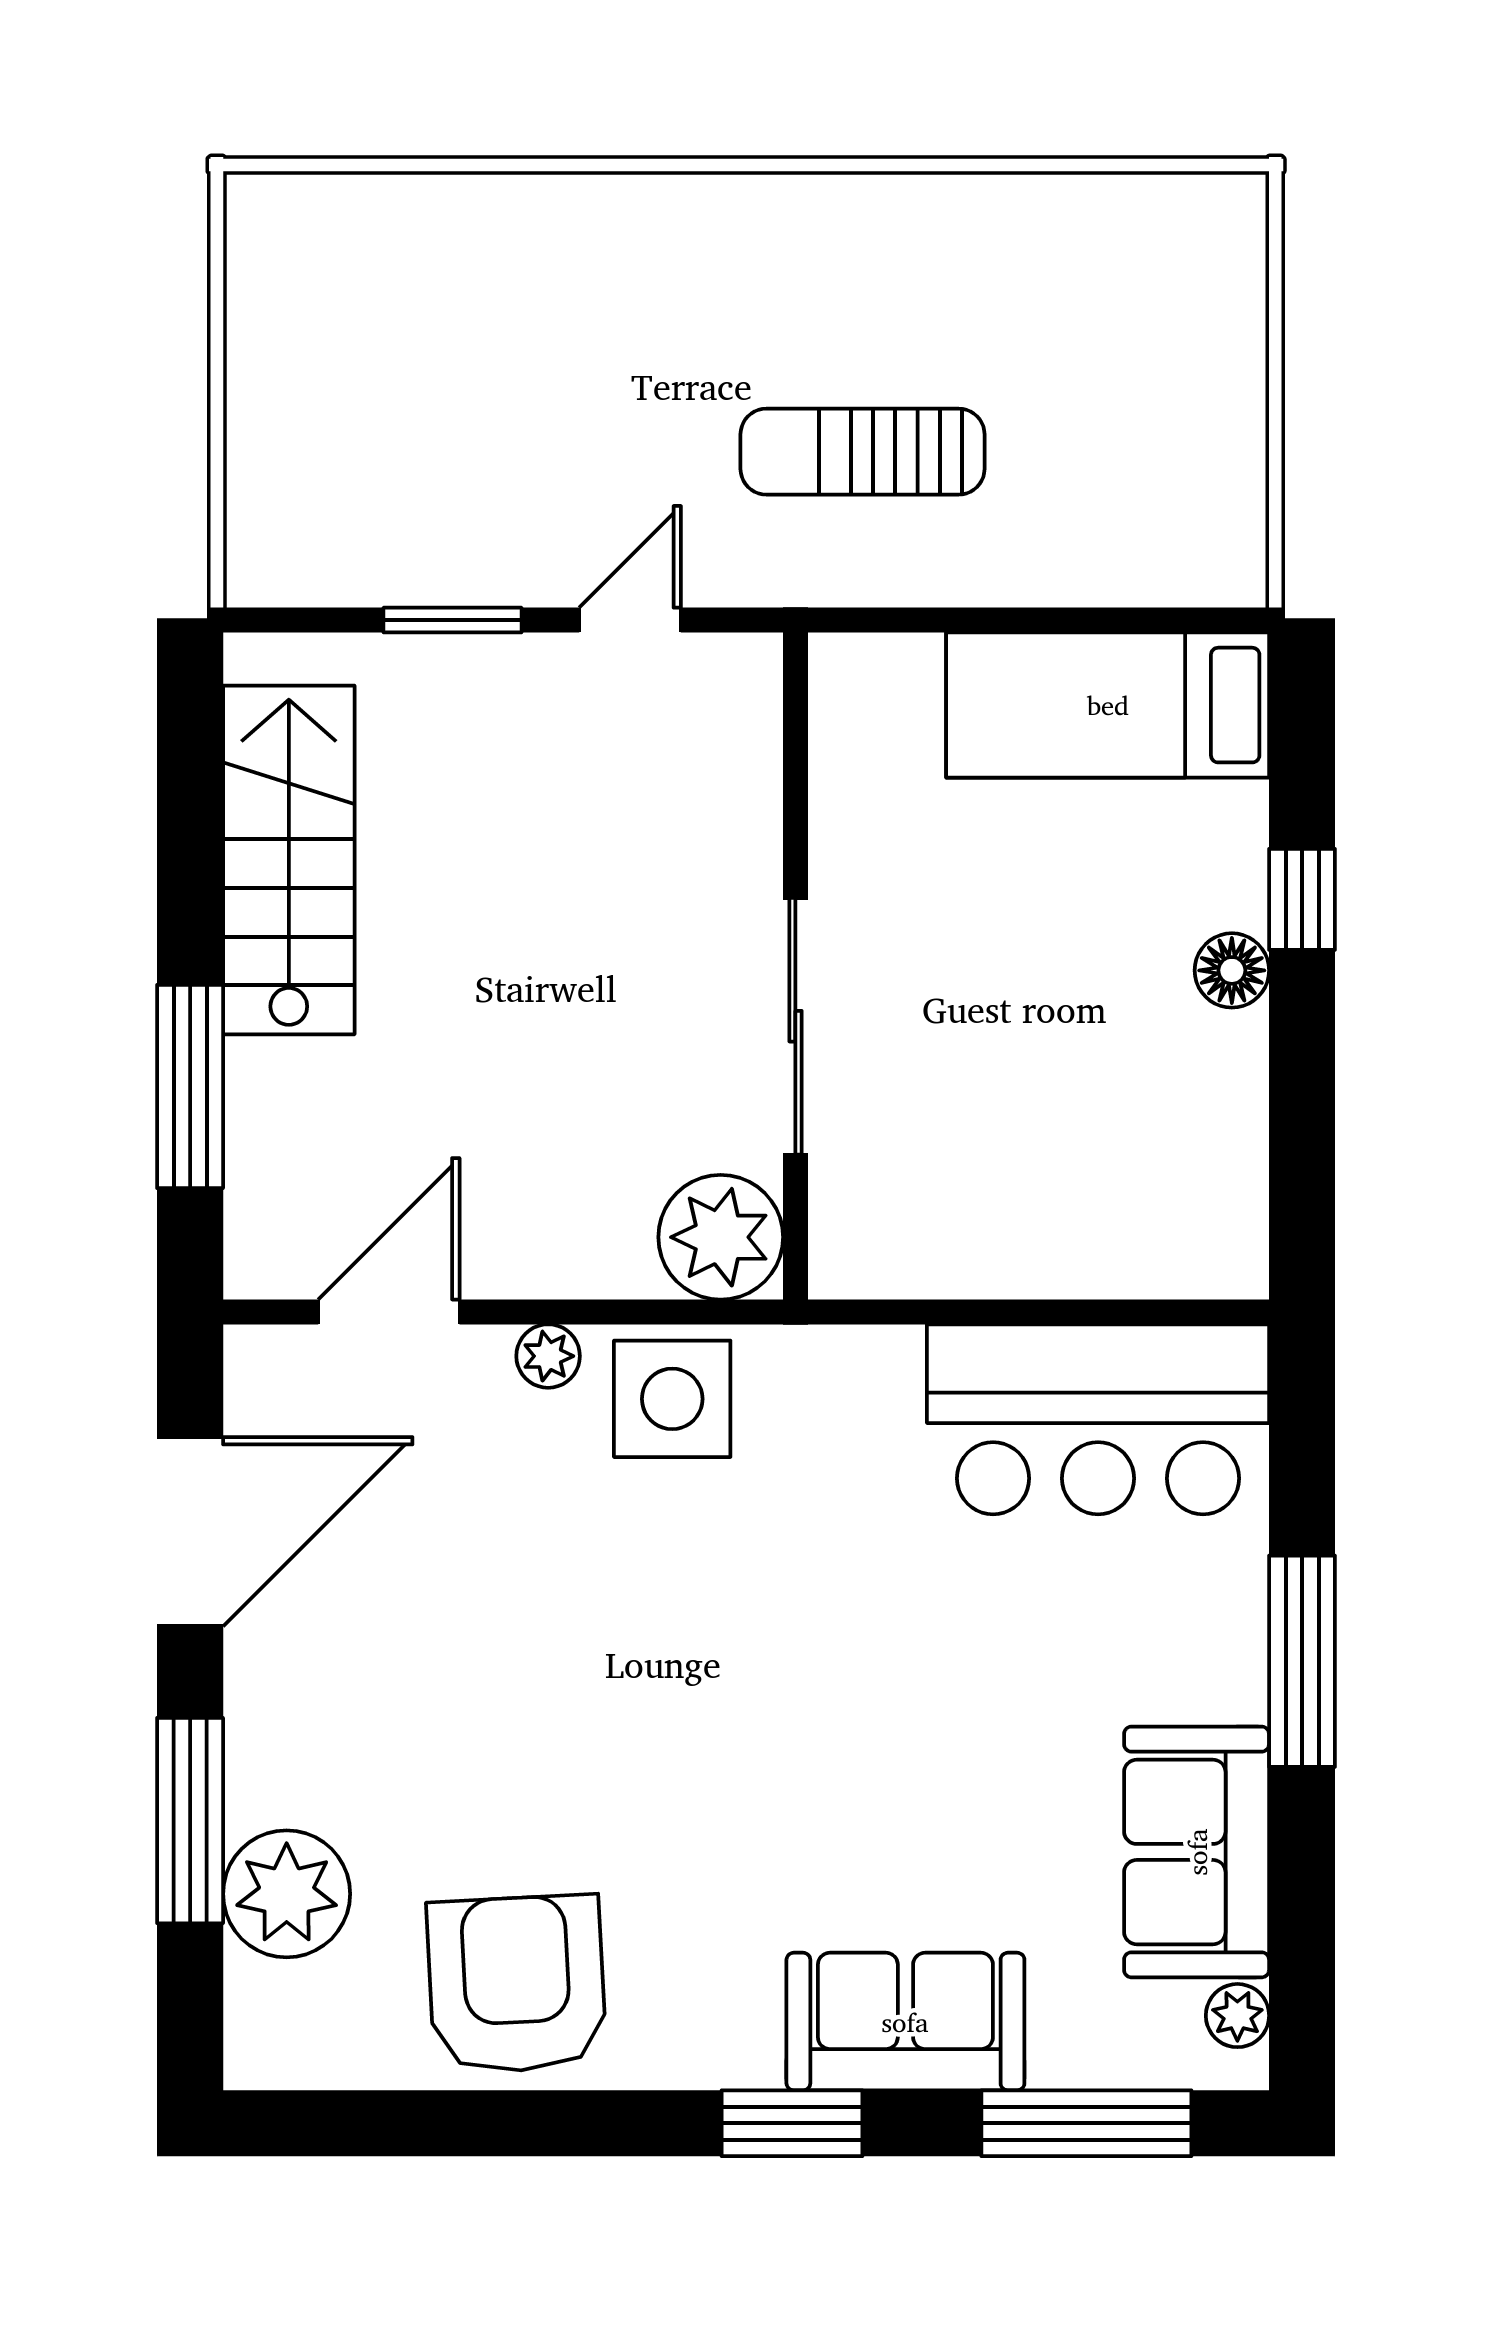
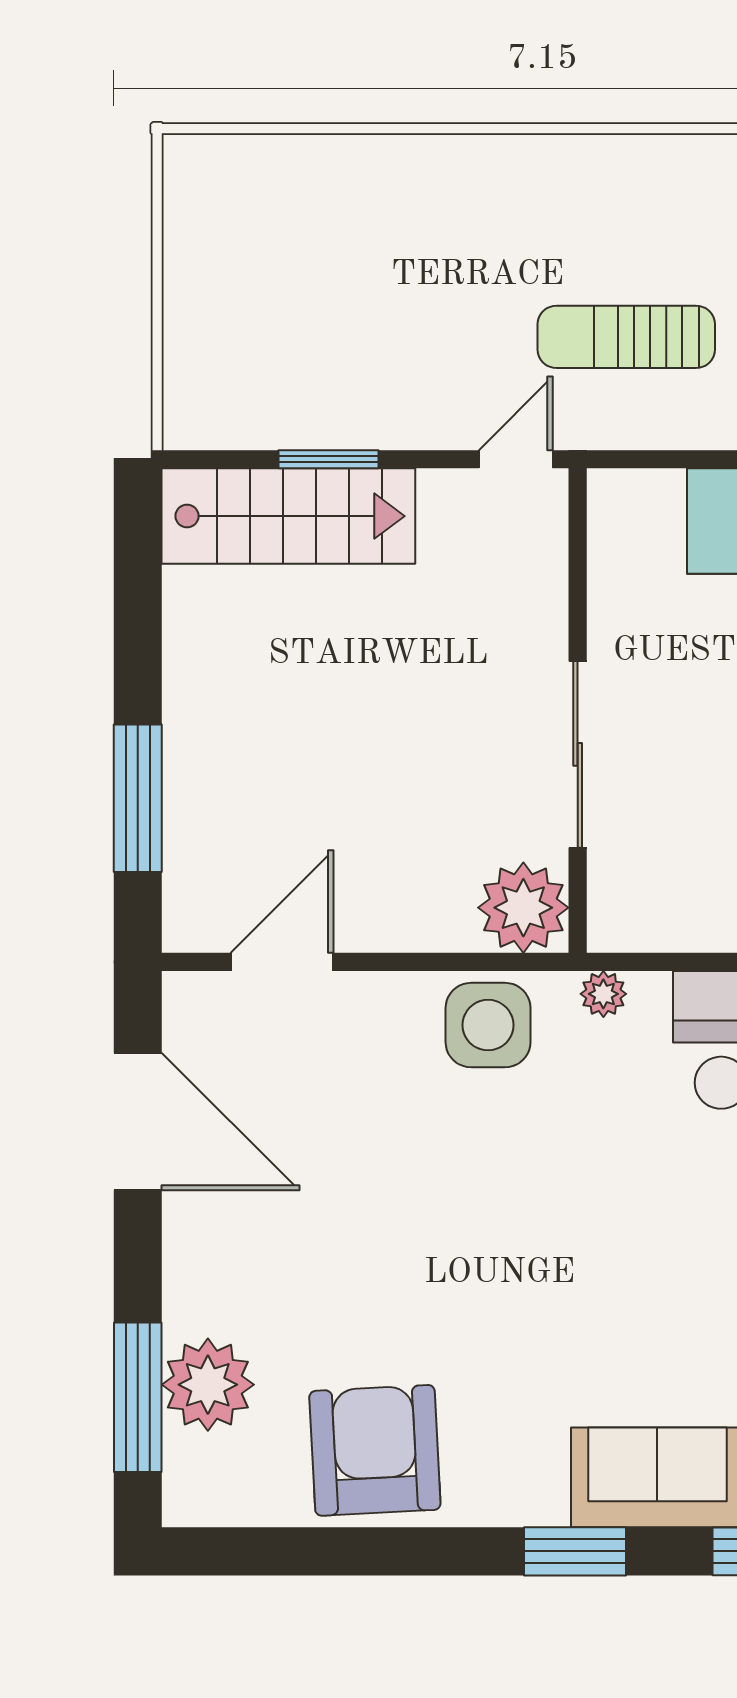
door: (630, 620) -> (516, 459), moved
stairs: (289, 860) -> (288, 516), moved, turned 90
plant: (548, 1356) -> (603, 994), moved
door: (190, 1532) -> (138, 1122), hinge flipped
window: (190, 1821) -> (138, 1397), moved

